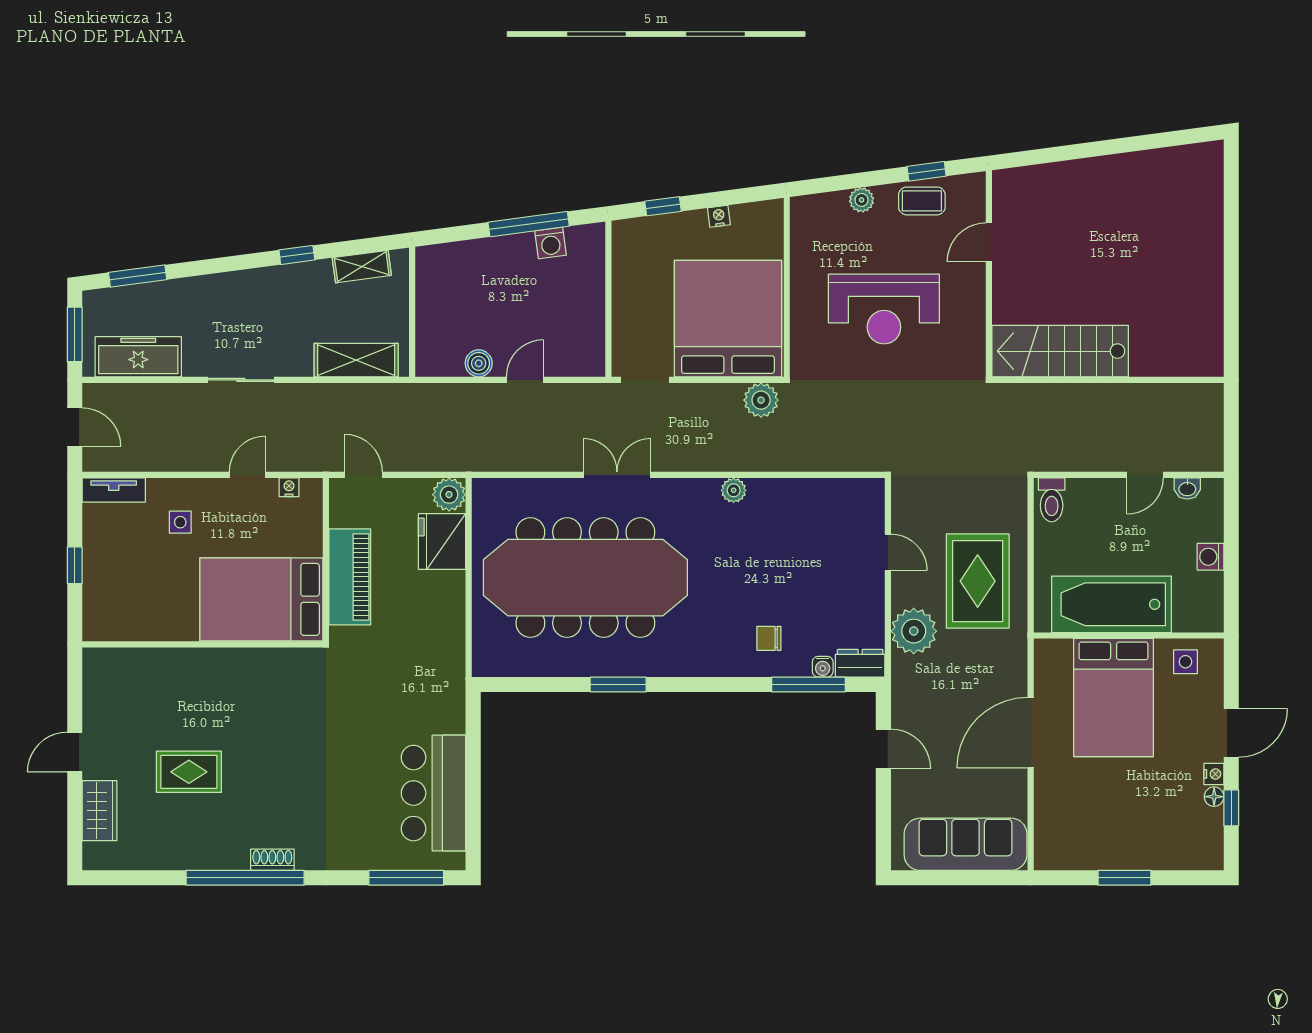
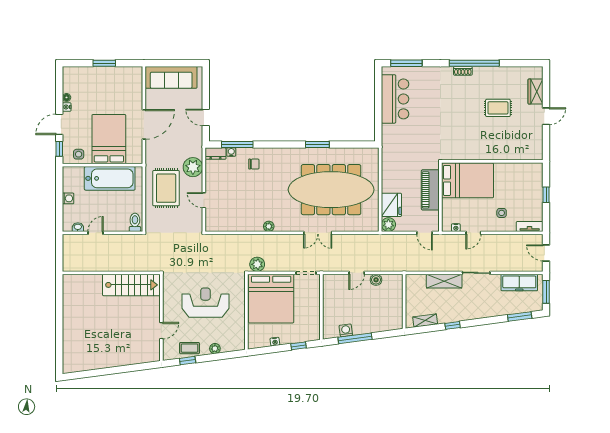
shelving: (356, 360) -> (444, 281), moved
window: (1231, 808) -> (59, 149), moved

